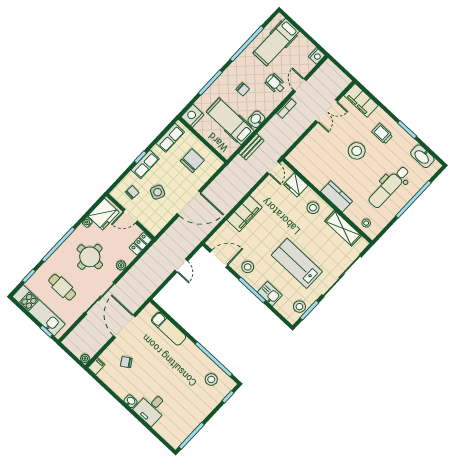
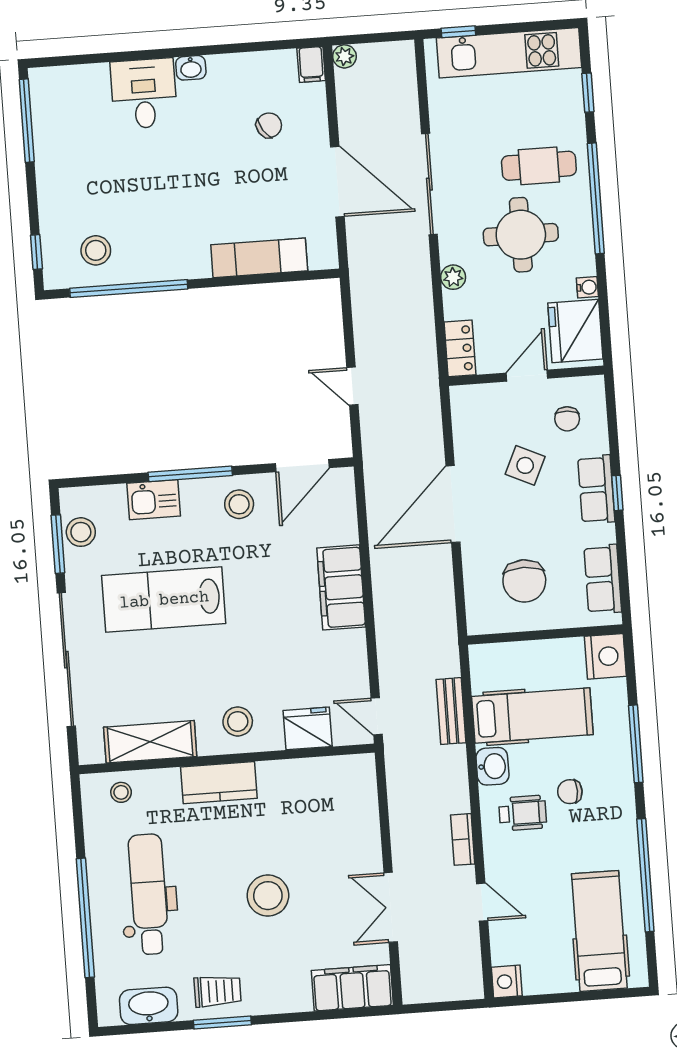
wheelchair: (275, 84) -> (523, 813), moved
trolley: (382, 134) -> (218, 991), moved
lab bench: (297, 263) -> (164, 600), turned 180
cafe table: (62, 287) -> (539, 166), moved

